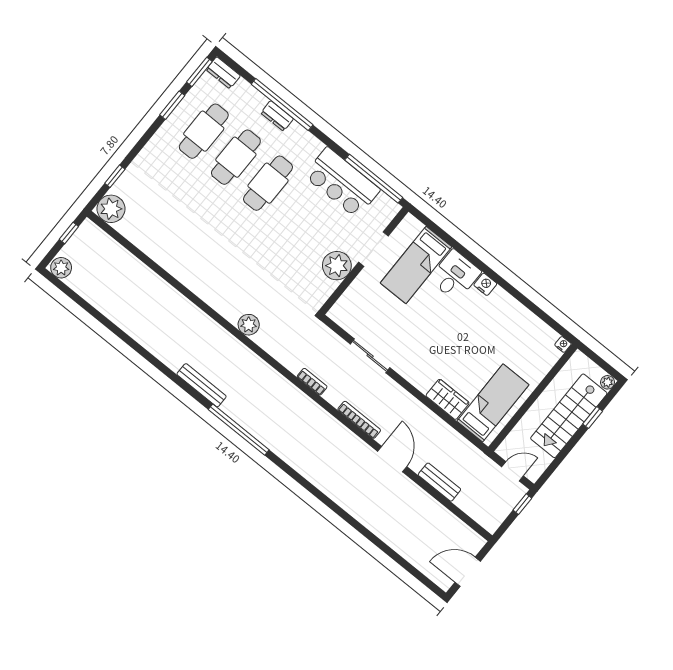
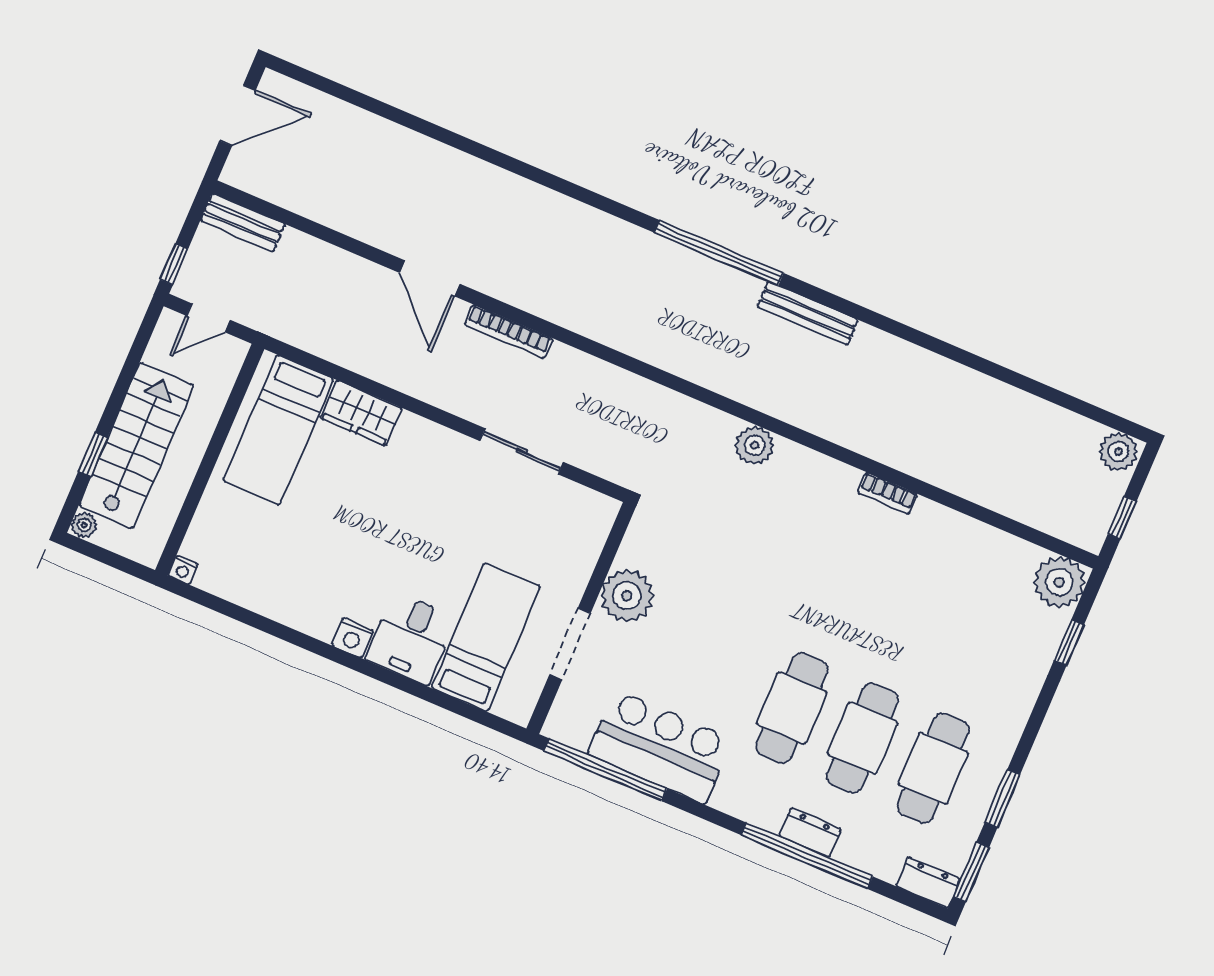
bookcase: (312, 382) -> (887, 493), moved
bench: (439, 482) -> (243, 223), moved

